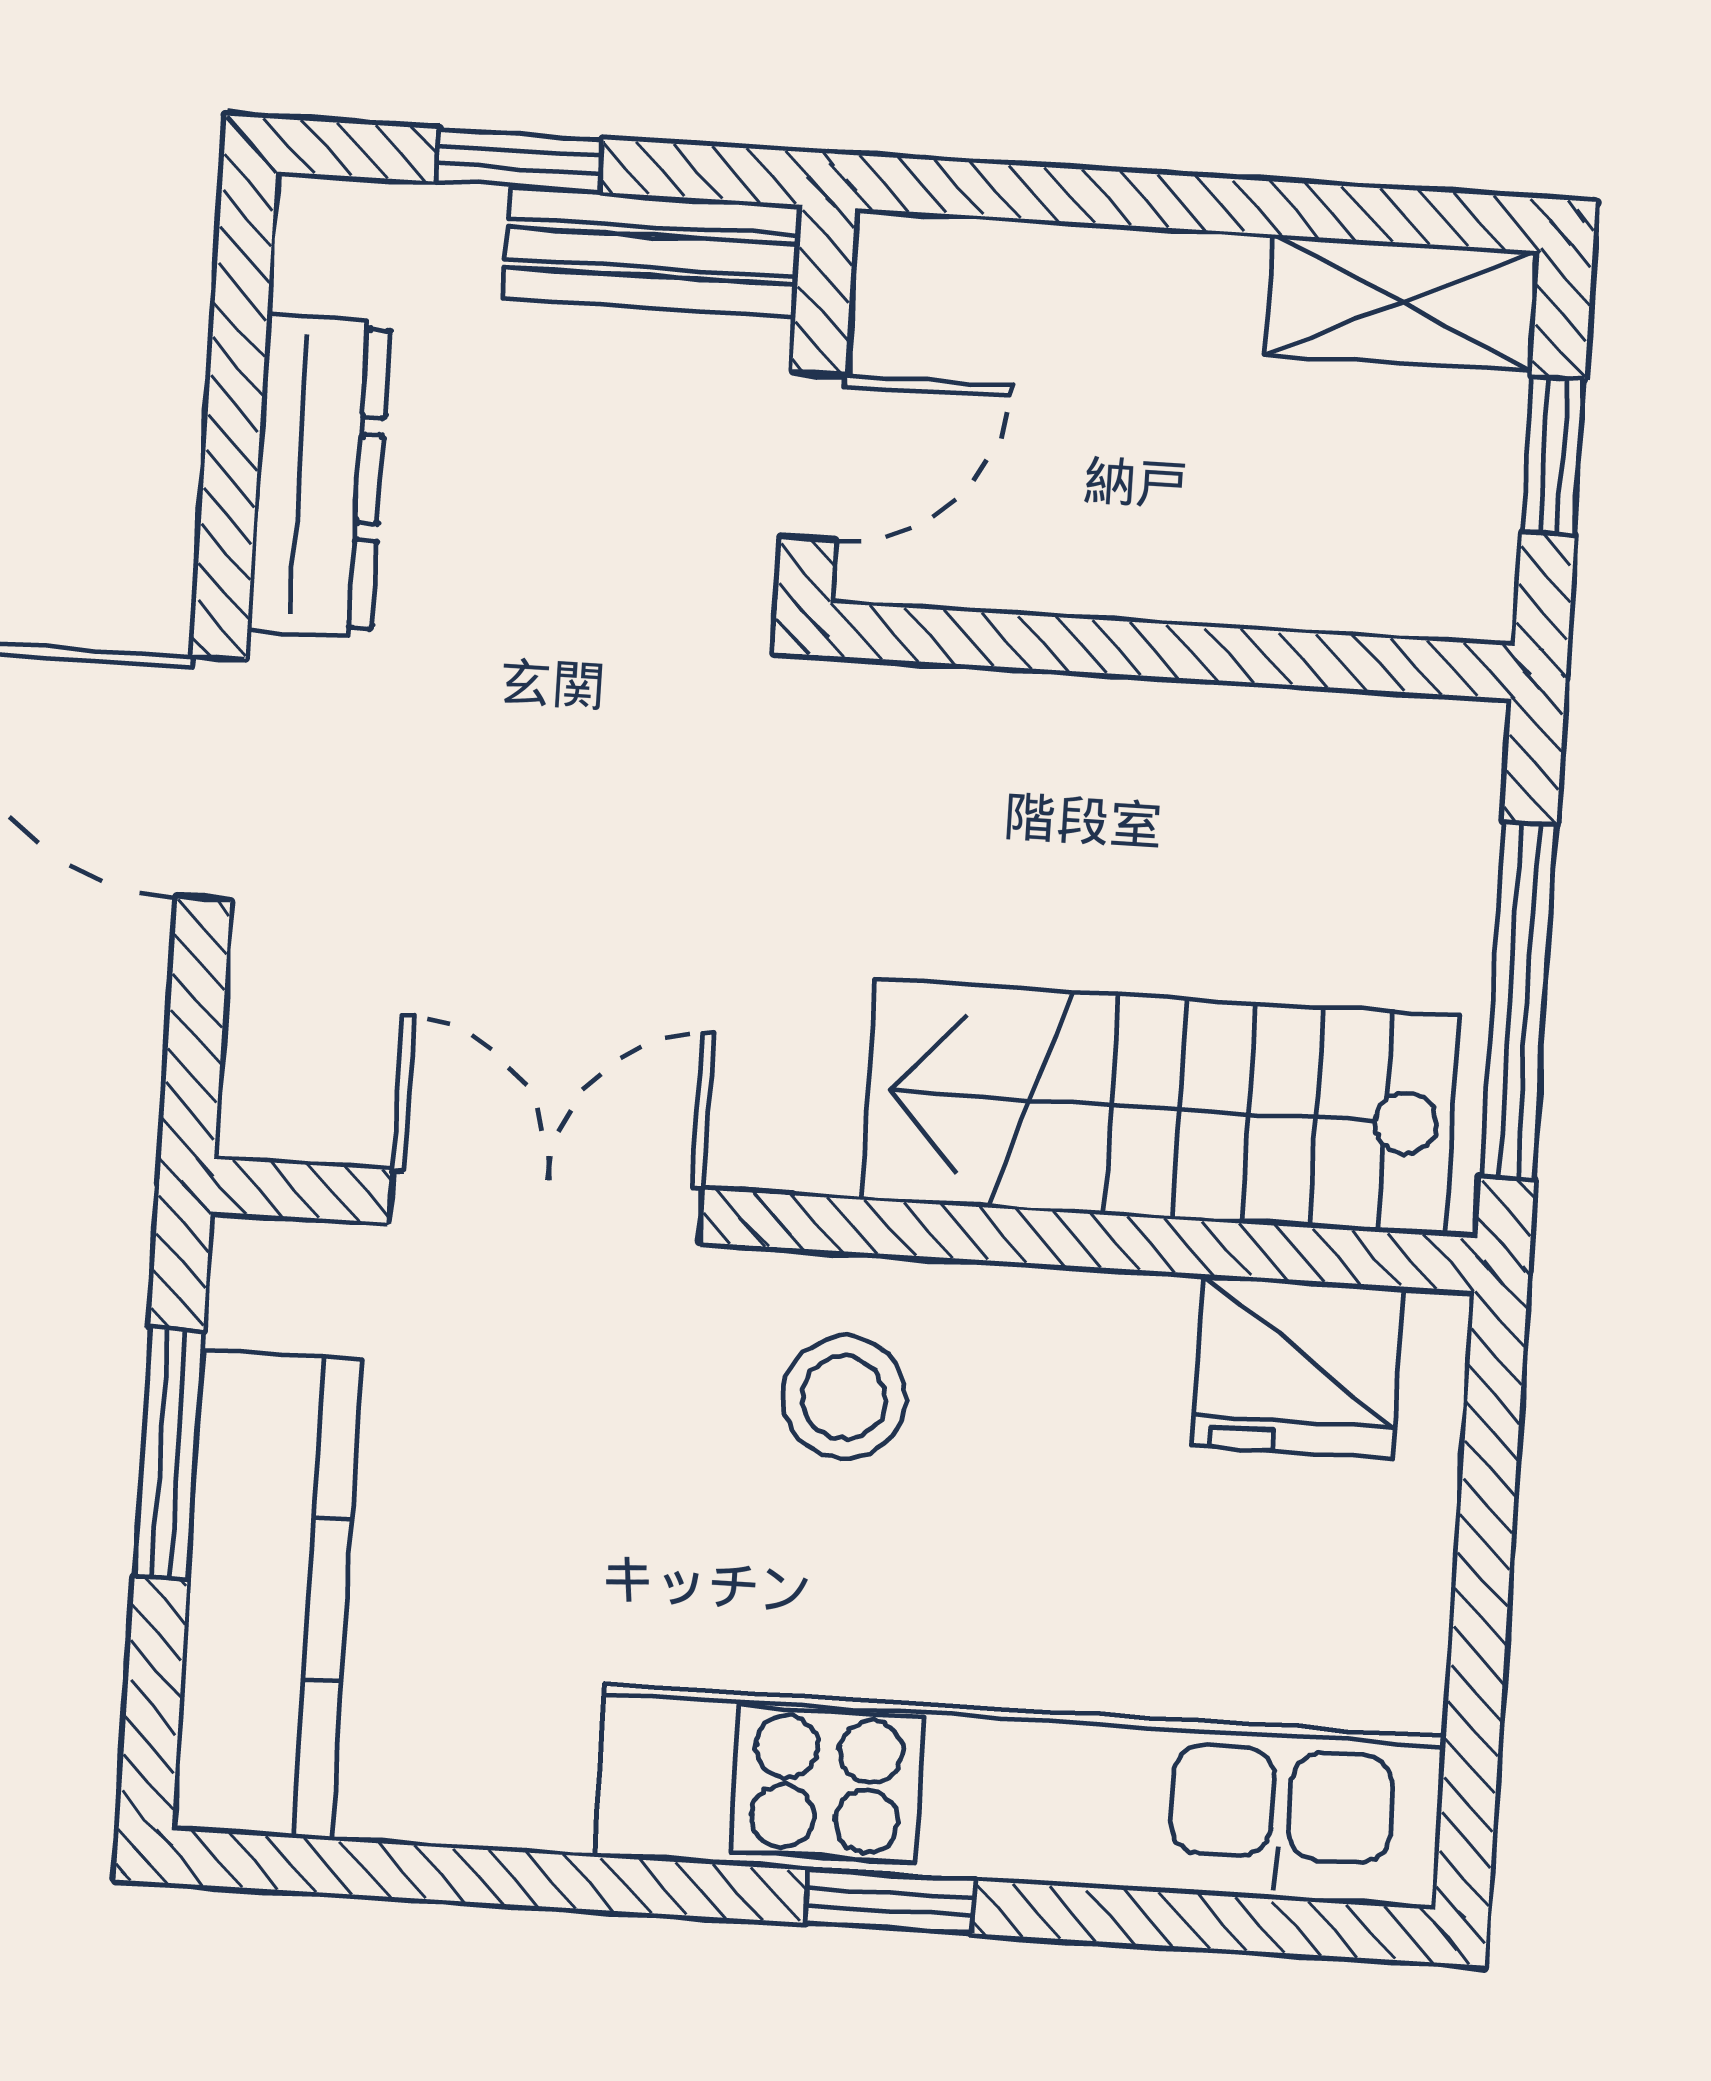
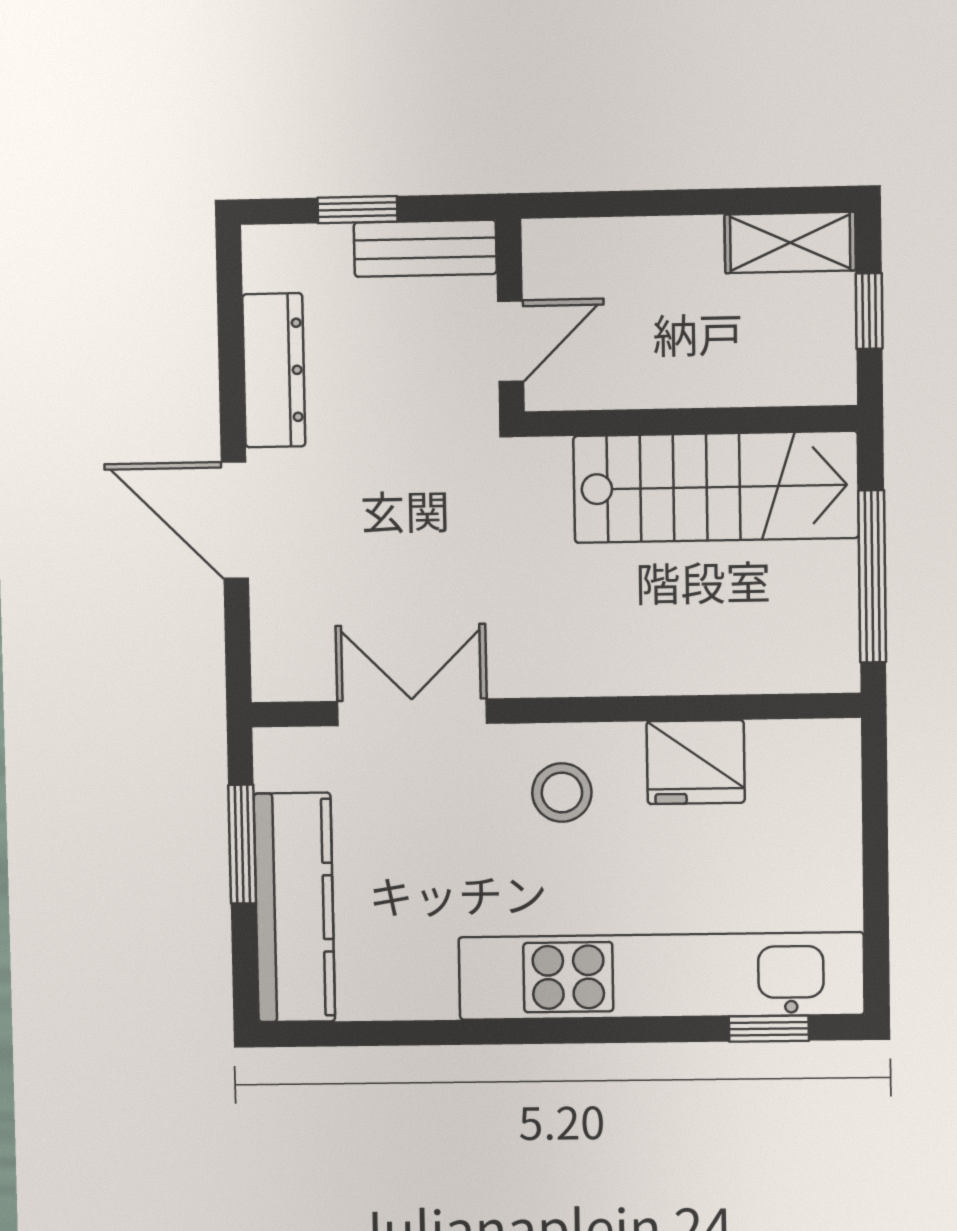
stairs: (1160, 1108) -> (716, 487), moved, turned 180
fridge: (1298, 1367) -> (696, 762), moved
window: (890, 1902) -> (769, 1029), moved

